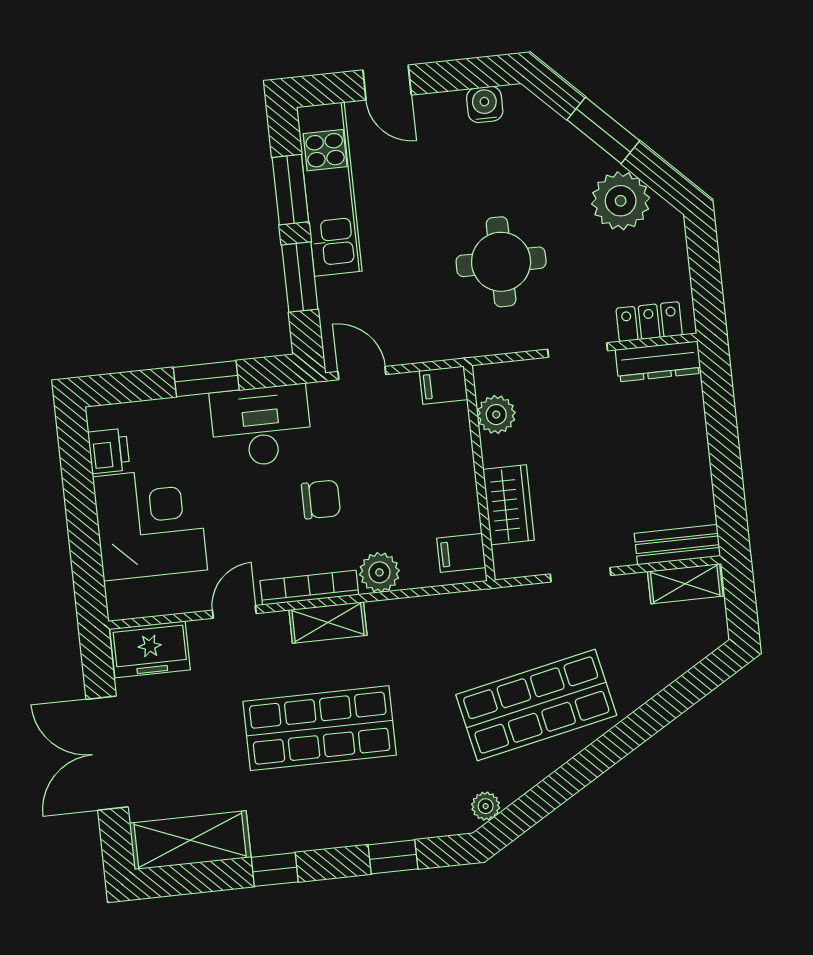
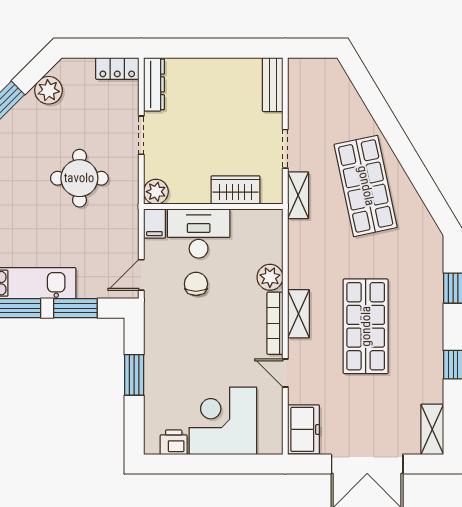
plant: (621, 201) -> (49, 90), width x0.73, depth x0.73
locker: (649, 322) -> (117, 69), moved, turned -90
plant: (496, 415) -> (156, 192), moved
desk: (261, 426) -> (199, 233), moved, turned 90
chair: (321, 499) -> (196, 284), moved
filing cabinet: (461, 553) -> (263, 224), removed
shelving: (685, 584) -> (298, 195), moved
plant: (486, 806) -> (427, 225), removed
shelving: (190, 840) -> (432, 429), width x0.67, depth x0.75

